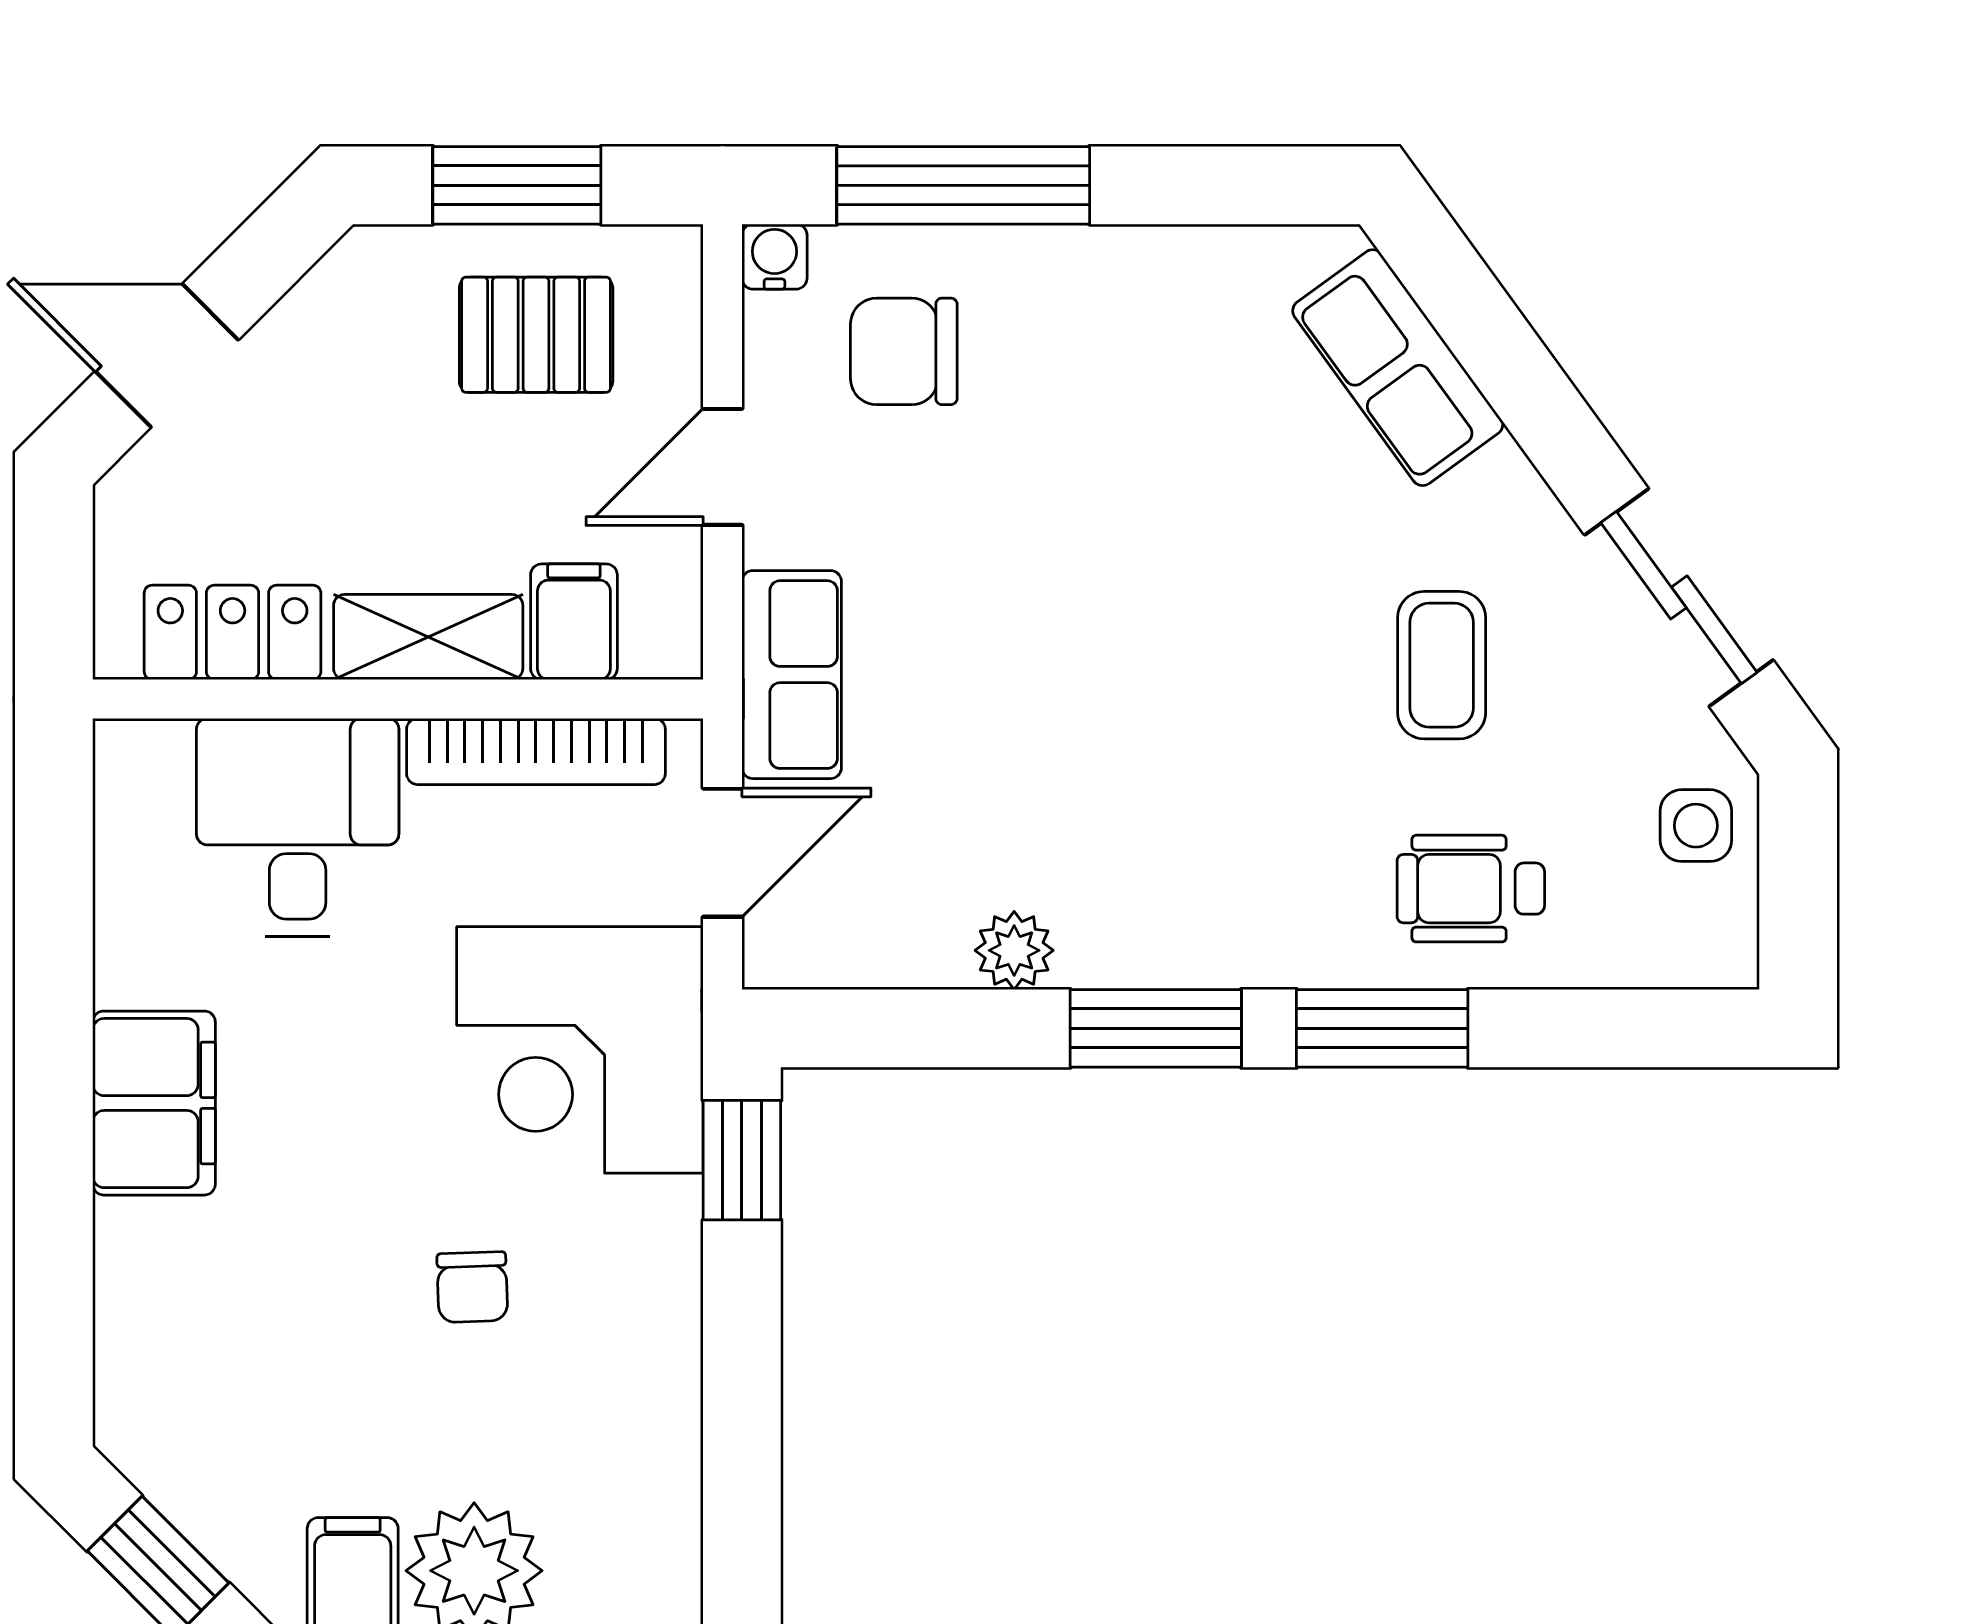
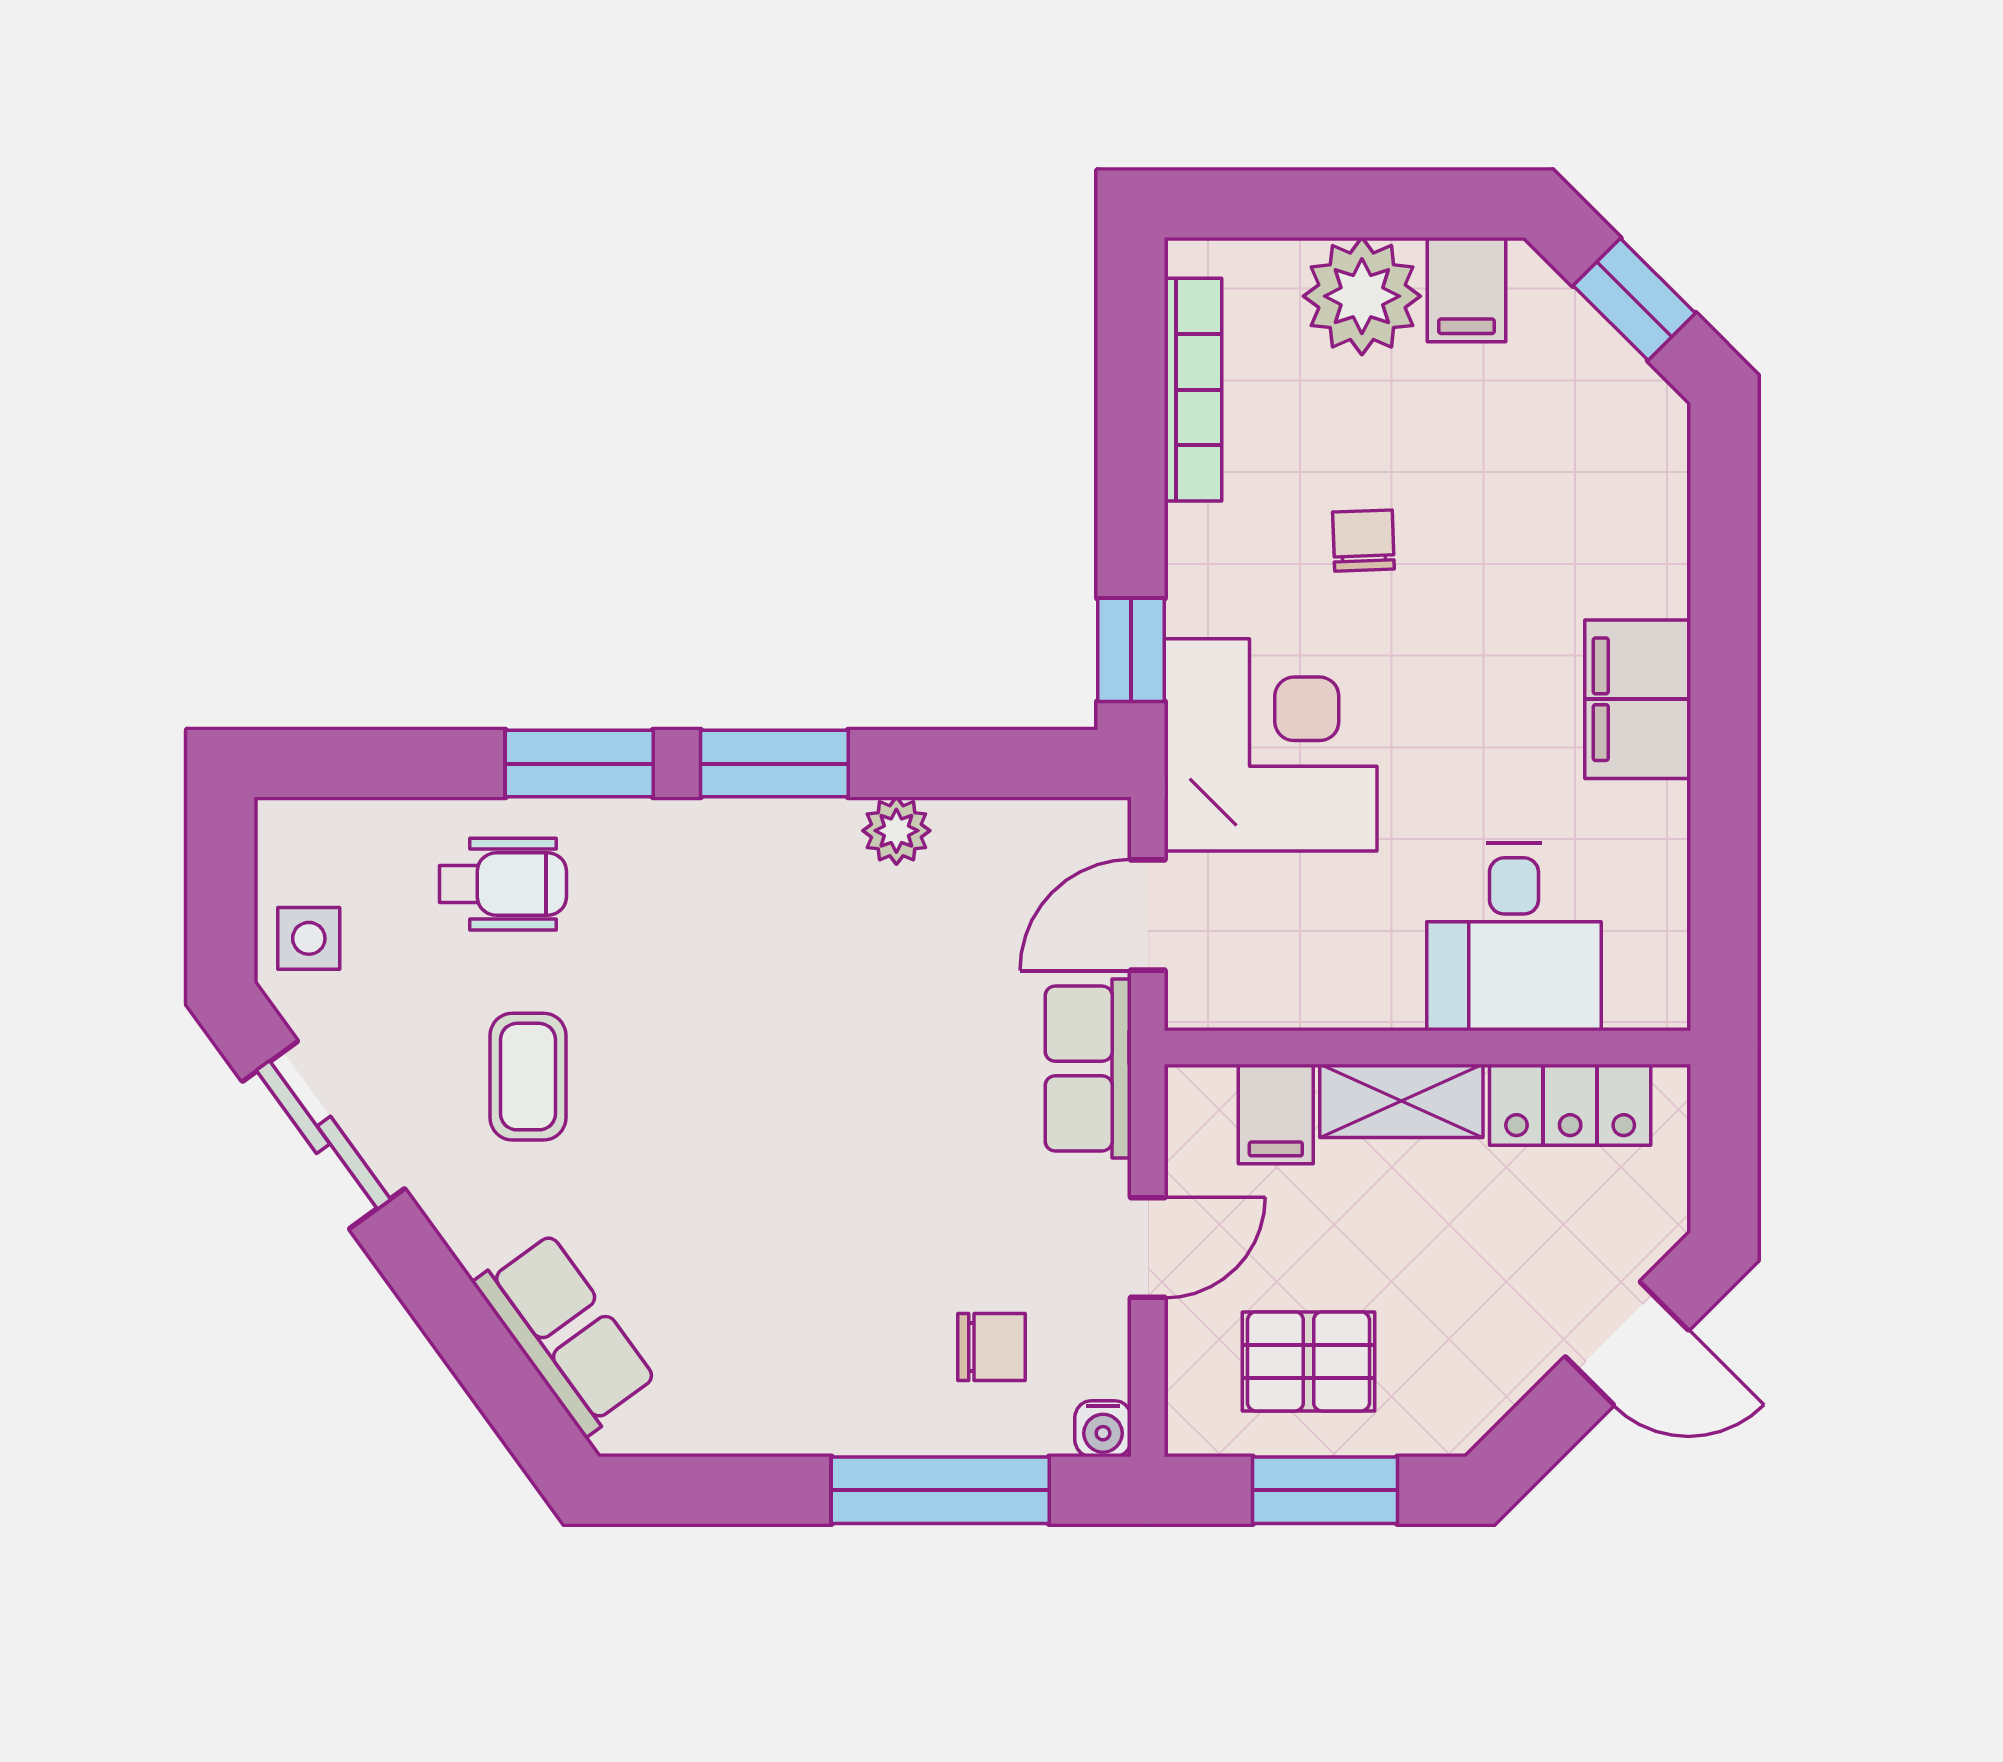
chair: (904, 351) -> (992, 1347), width x0.73, depth x0.73
bookcase: (536, 751) -> (1193, 390), moved, turned 90

